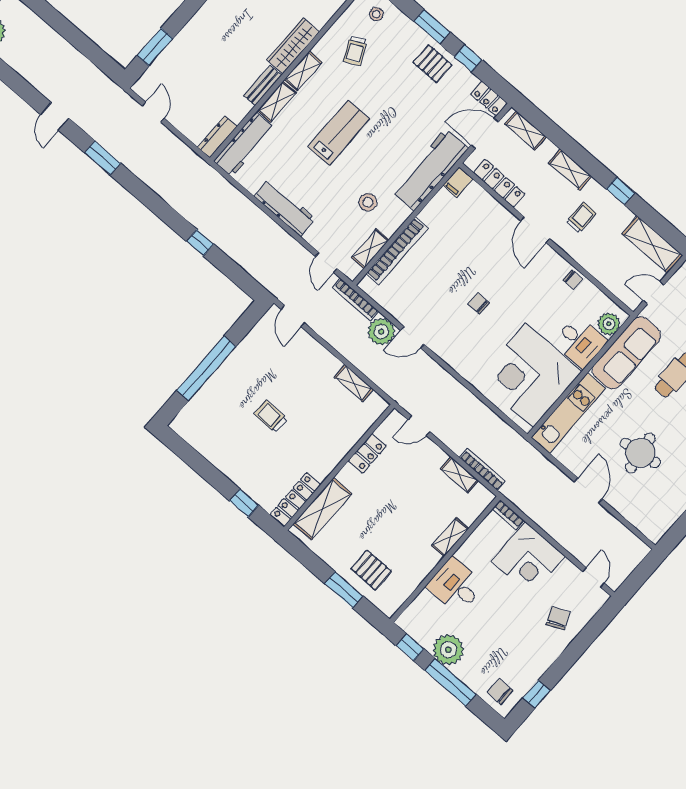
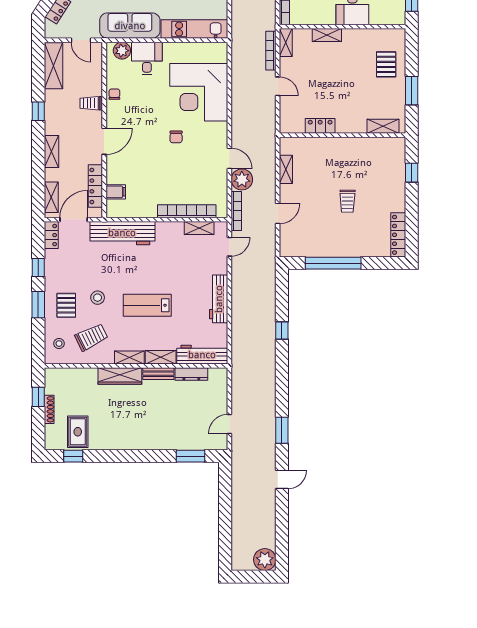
trolley: (355, 51) -> (91, 337), width x1.36, depth x1.39
pallet: (433, 64) -> (66, 305), moved
door: (485, 133) -> (74, 220), swing flipped
dresser: (217, 137) -> (191, 374), moved
filing cabinet: (458, 182) -> (116, 192), moved
stool: (368, 202) -> (98, 298), moved
trolley: (581, 218) -> (91, 103), moved
door: (293, 316) -> (278, 213), moved
window: (206, 368) -> (333, 263), moved
corner desk: (529, 375) -> (199, 92), moved, turned 90
door: (419, 426) -> (278, 86), moved
shelving: (459, 475) -> (286, 43), moved
locker: (296, 499) -> (398, 235), moved, turned 90
shelving: (323, 509) -> (383, 126), width x0.67, depth x0.75
window: (344, 590) -> (412, 91), moved

